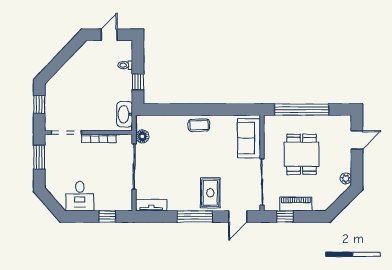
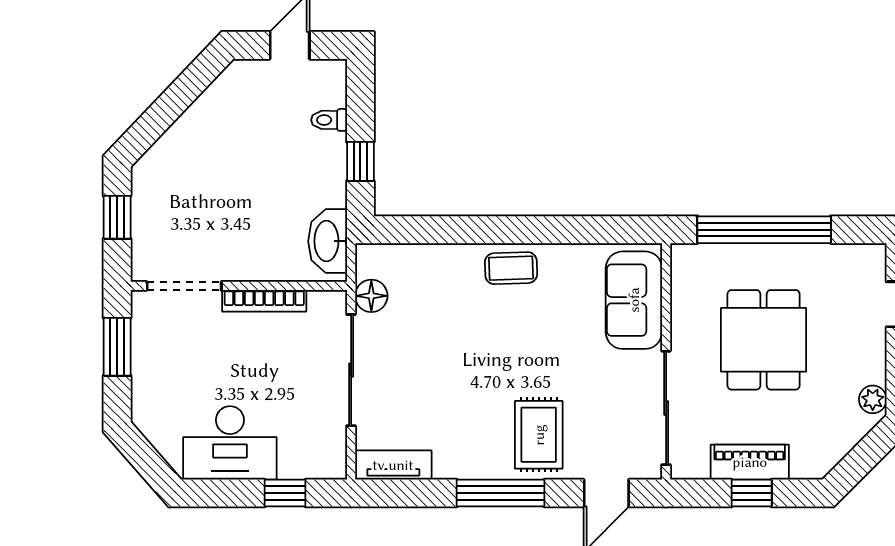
desk: (80, 196) -> (230, 443), width x1.37
window: (285, 216) -> (752, 493), moved

